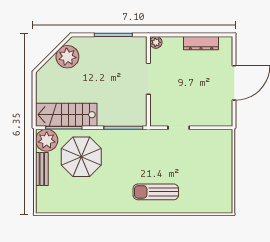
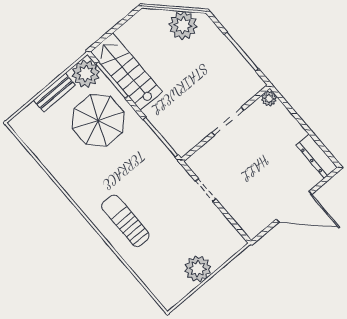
dresser: (201, 43) -> (317, 156), moved
plant: (222, 173) -> (198, 269), added

